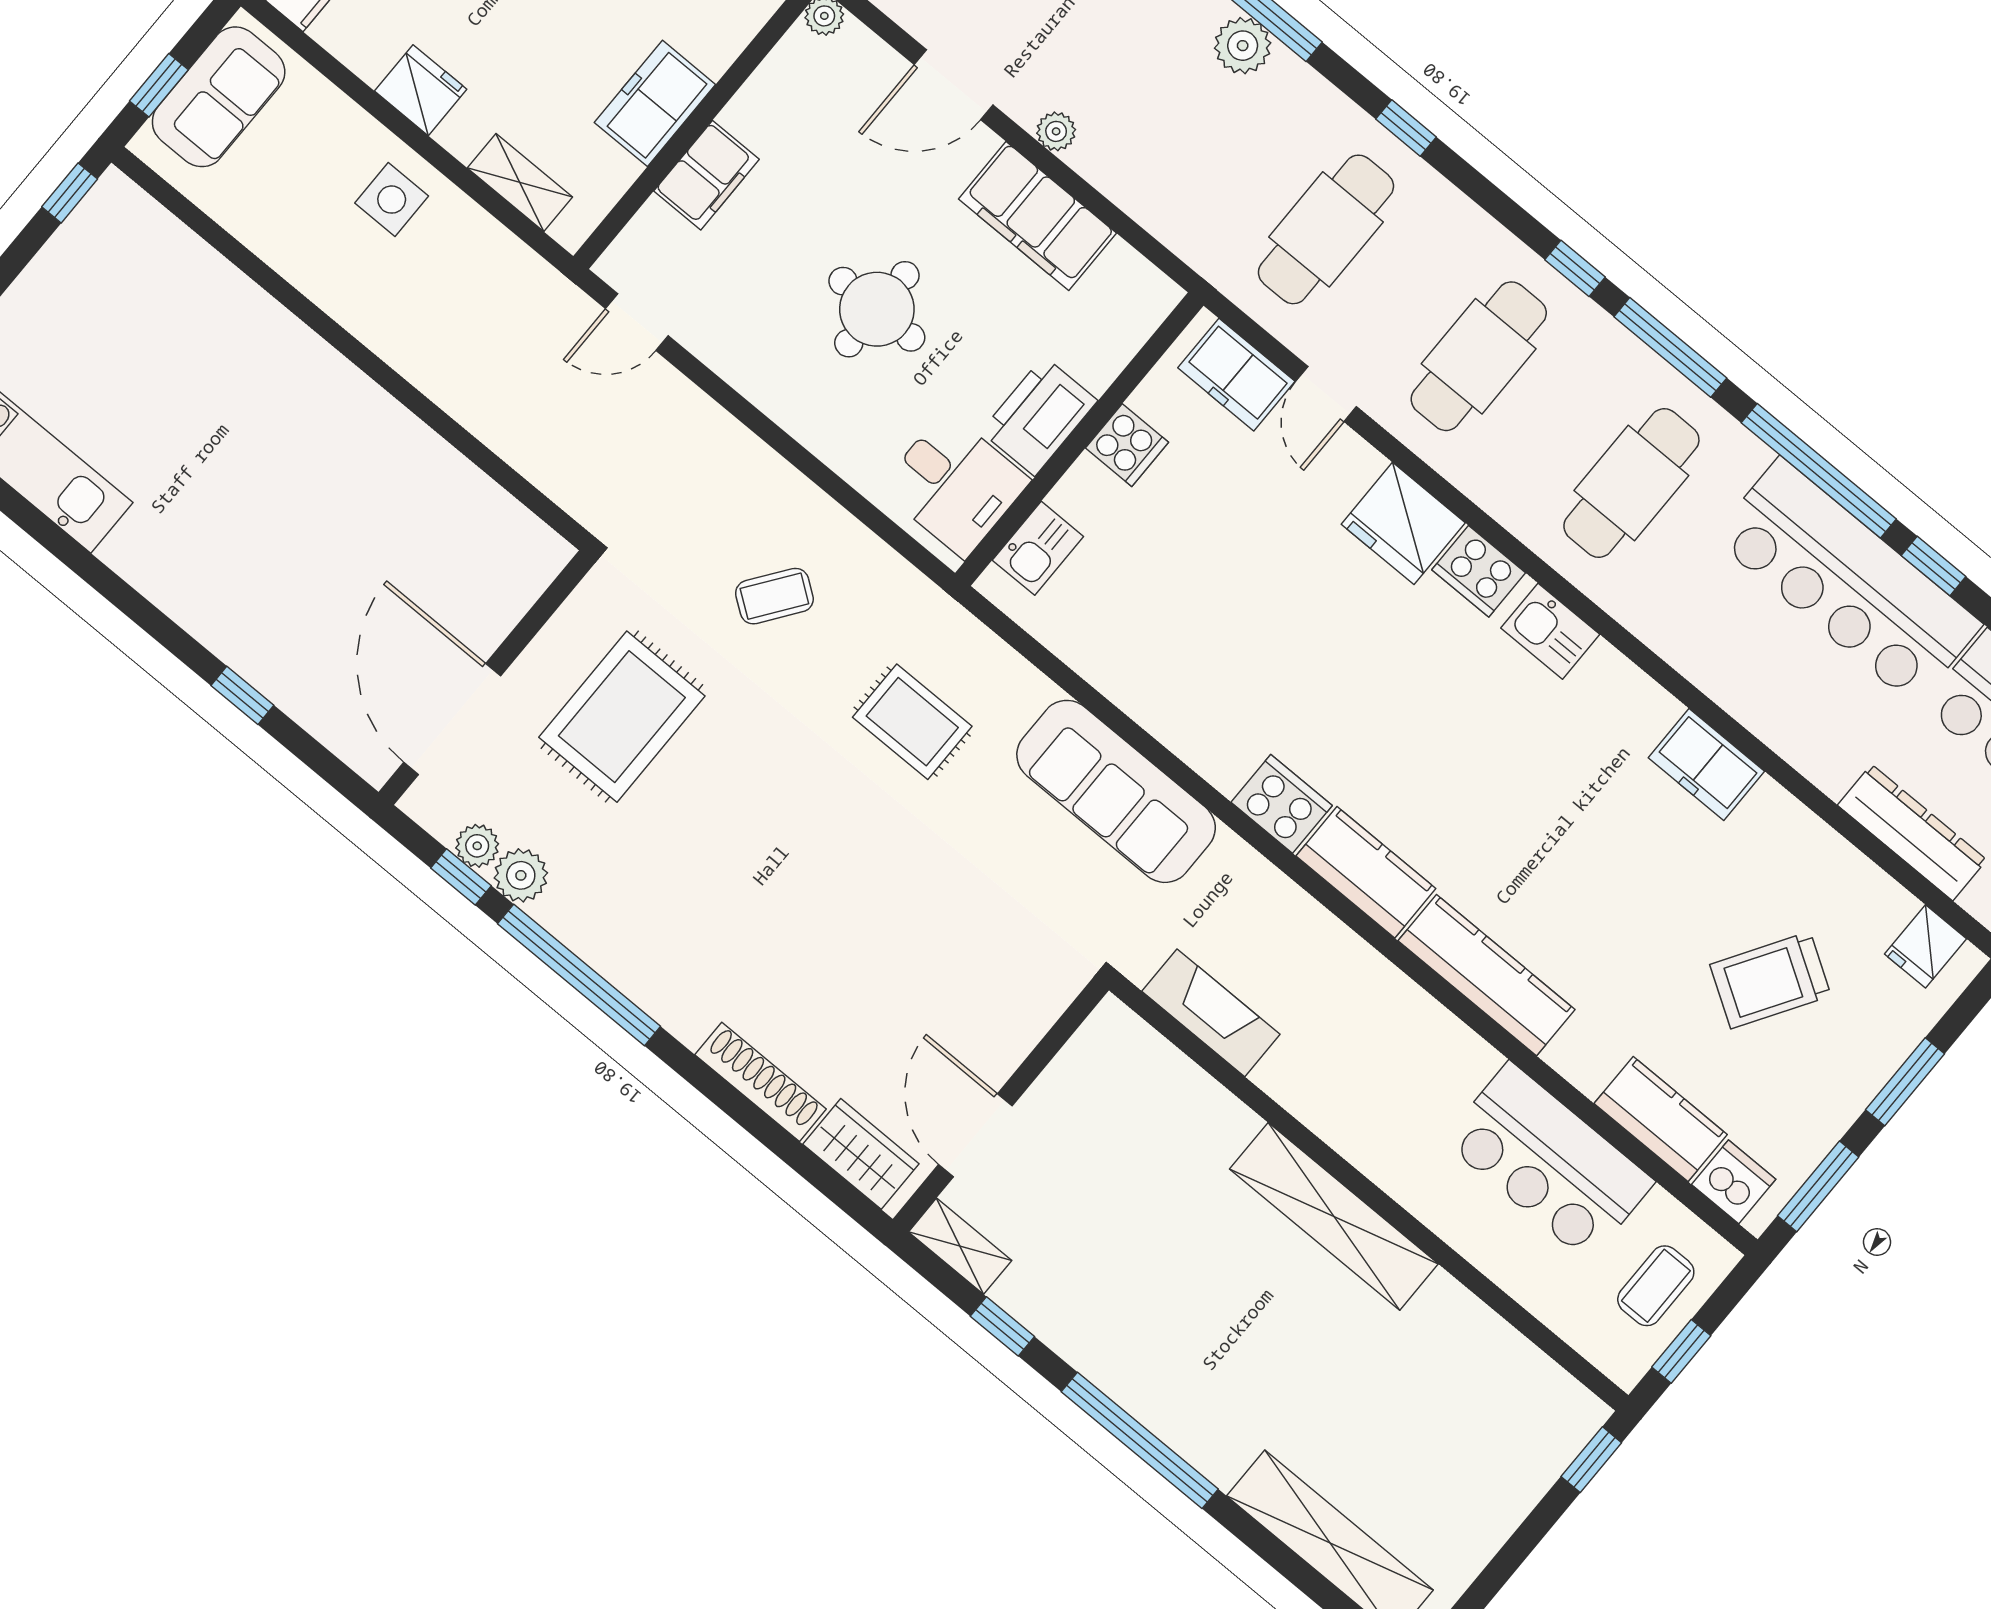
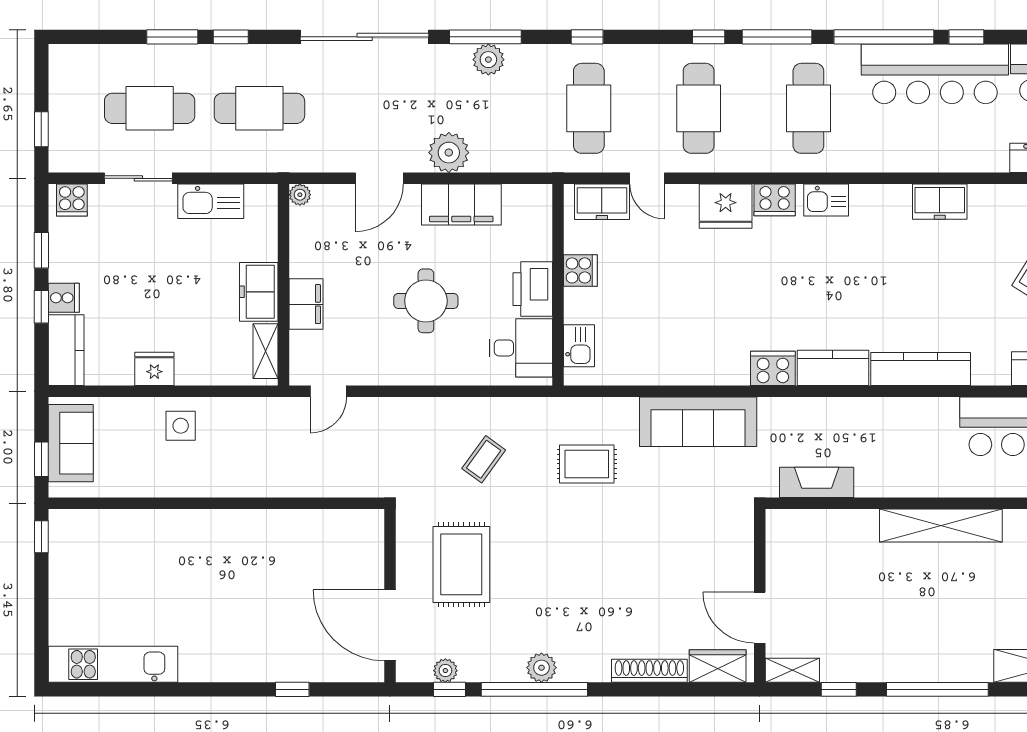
plant: (1056, 131) -> (449, 153), width x1.88, depth x1.88
shelving: (520, 183) -> (266, 351), moved, turned 90
plant: (521, 875) -> (541, 668), moved

